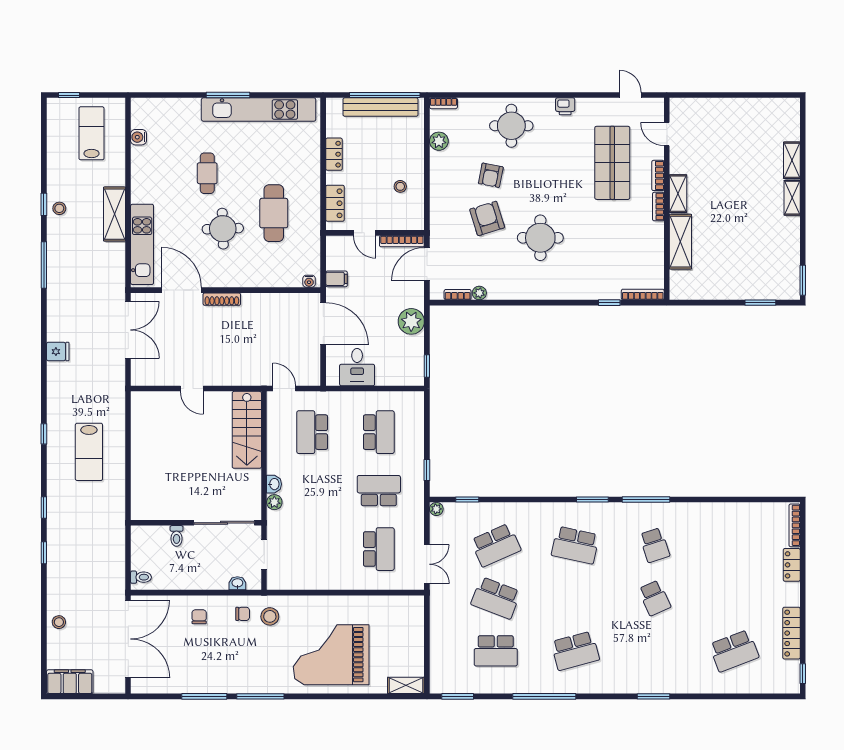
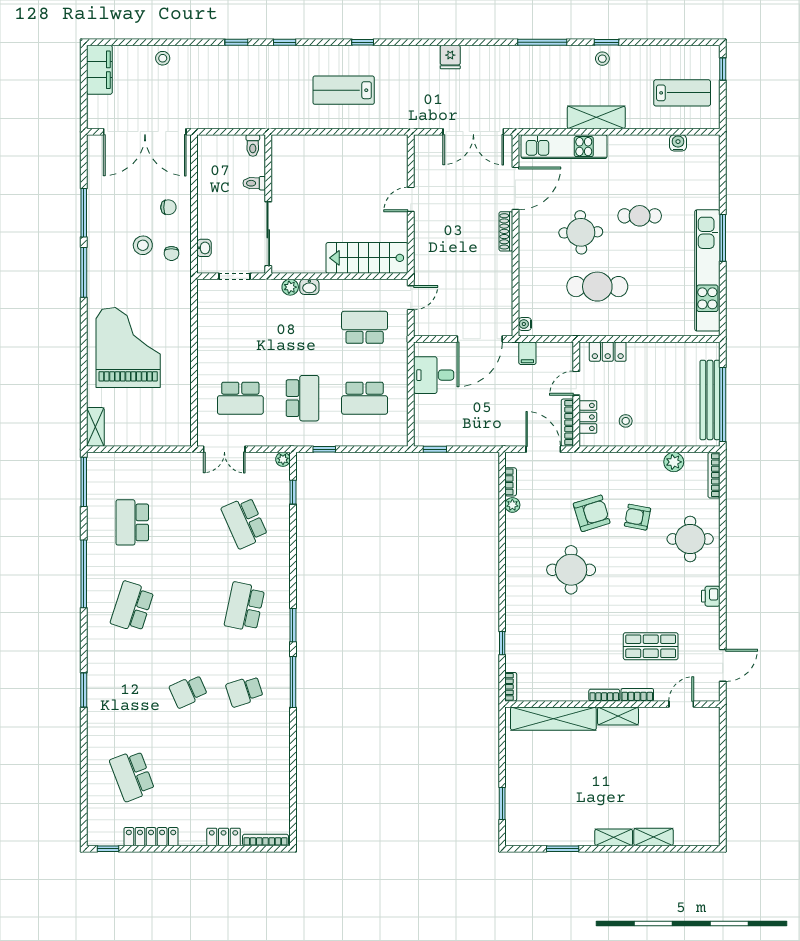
door: (630, 95) -> (723, 665), width x1.38
bookcase: (443, 103) -> (714, 475), width x1.56
locker: (334, 154) -> (588, 417), moved, turned -90
shop shelf: (612, 163) -> (651, 646), width x0.70, depth x0.74
shelving: (680, 242) -> (553, 719), width x1.47
window: (803, 280) -> (563, 849), moved
bookcase: (643, 294) -> (511, 687), width x0.64
plant: (411, 321) -> (482, 433), removed
toilet: (141, 577) -> (253, 145), moved
school desk: (496, 598) -> (188, 522), removed
stool: (270, 616) -> (143, 245), moved
school desk: (575, 651) -> (132, 607), turned 33
window: (458, 696) -> (84, 482), width x1.44

